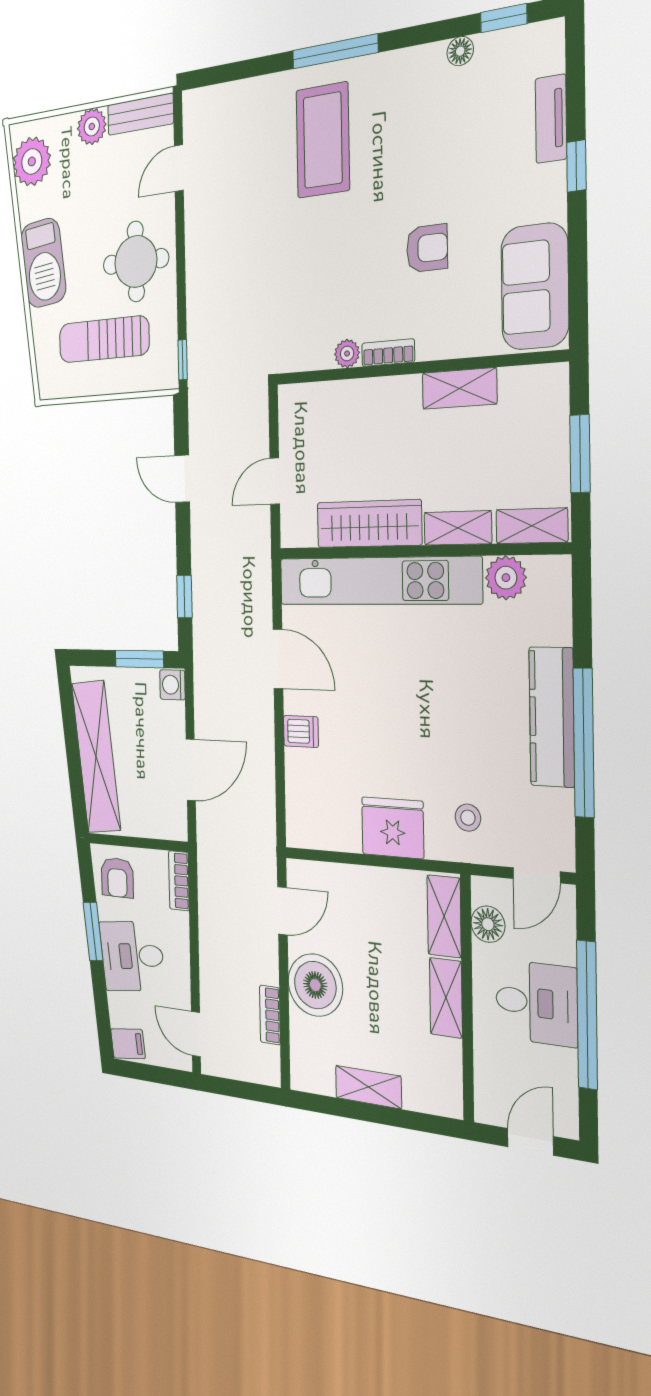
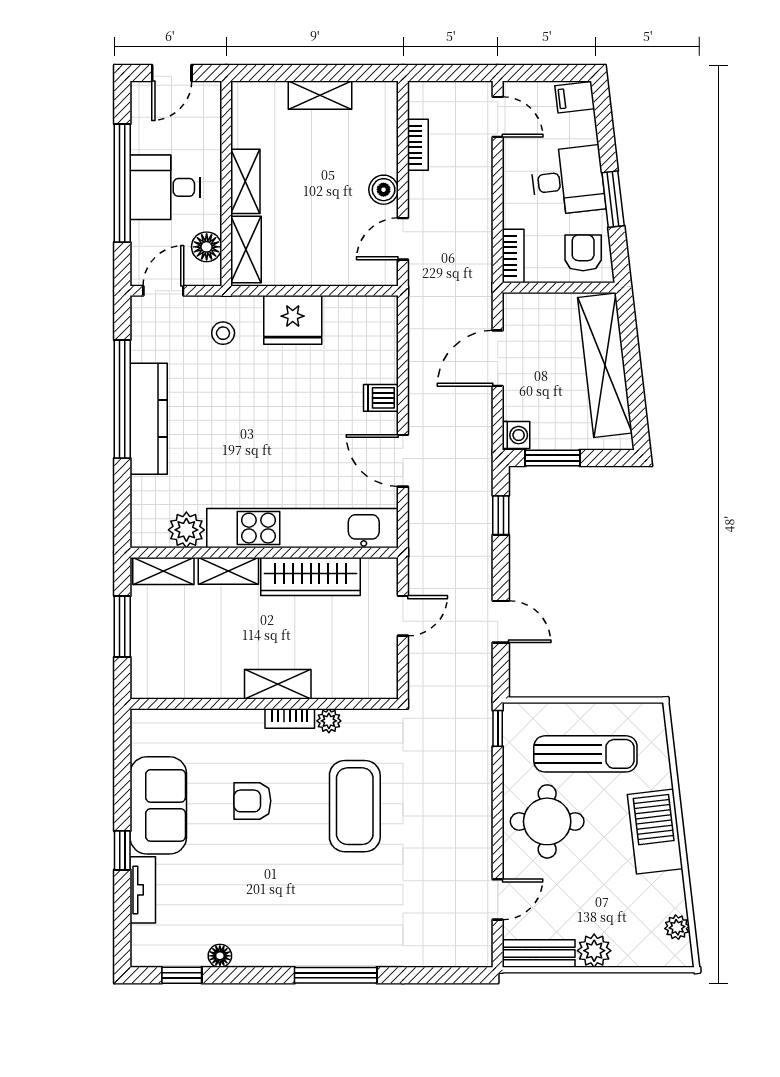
coffee table: (323, 140) -> (355, 806), moved
plant: (32, 161) -> (677, 927), width x0.53, depth x0.53
sofa: (535, 287) -> (158, 805), moved
shelving: (459, 388) -> (278, 684), moved
boiler: (315, 985) -> (384, 190), width x0.54, depth x0.54

